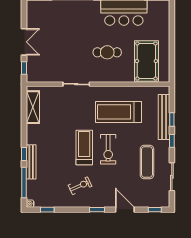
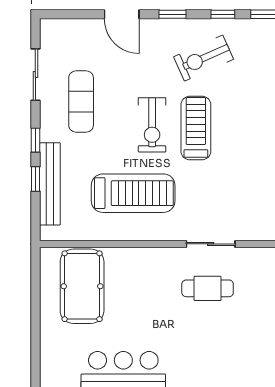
cafe table: (107, 52) -> (208, 288), moved
treadmill: (84, 148) -> (196, 128), turned 180
exercise bike: (108, 149) -> (152, 125), turned 180
exercise bike: (80, 186) -> (204, 58), width x1.38, depth x1.39
window: (155, 210) -> (223, 14), moved

